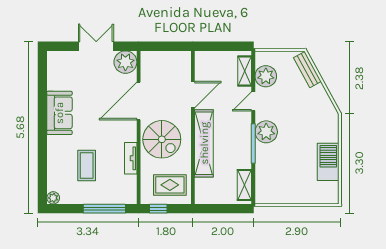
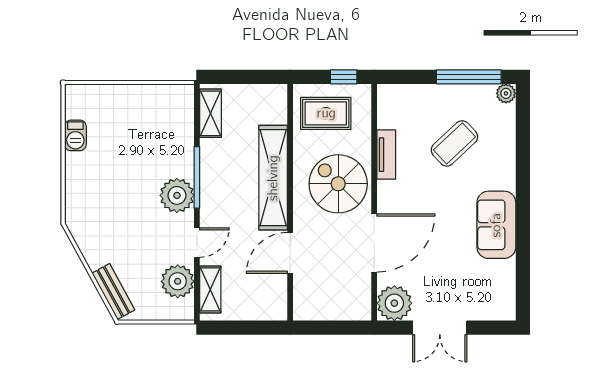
barbecue: (328, 162) -> (75, 135), width x0.53, depth x0.65
coffee table: (87, 166) -> (454, 143), turned 47
window: (104, 209) -> (469, 77), moved

